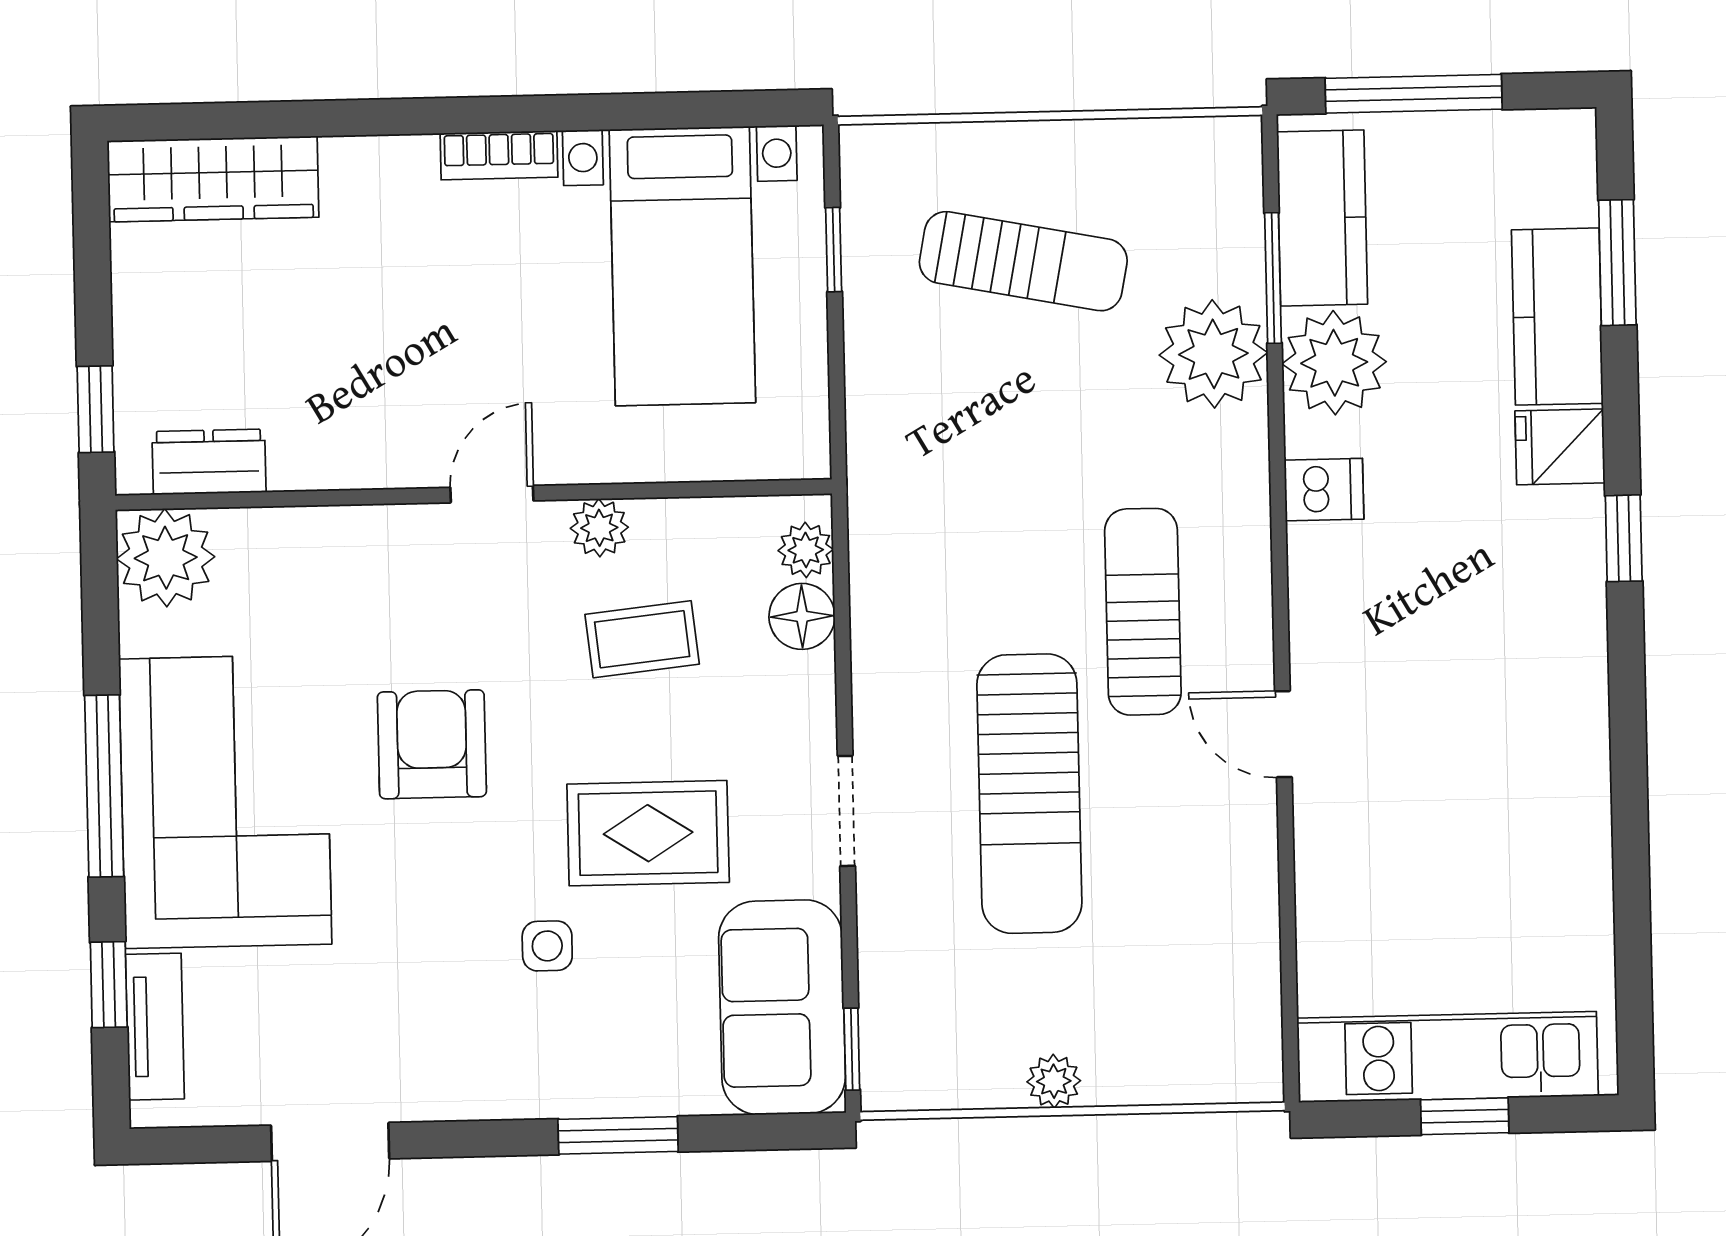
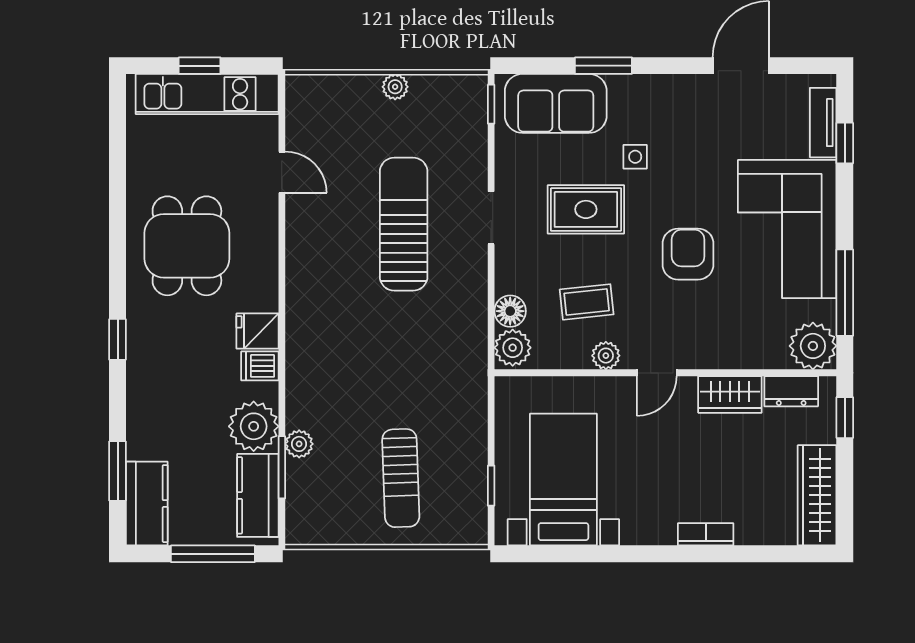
bookcase: (499, 155) -> (706, 534), moved
wardrobe: (213, 179) -> (817, 495), moved, turned -90
sun lounger: (1023, 261) -> (401, 478), turned -103
kitchen counter: (1557, 317) -> (147, 504), moved
plant: (1213, 354) -> (299, 444), width x0.53, depth x0.53
fridge: (1560, 447) -> (258, 331), moved, turned 180
wardrobe: (337, 452) -> (730, 394), added
plant: (806, 550) -> (513, 348), width x1.38, depth x1.38
sun lounger: (1143, 612) -> (348, 310), removed
door: (1283, 734) -> (282, 172), moved
dining table: (1483, 738) -> (187, 246), added
armchair: (432, 744) -> (688, 254), turned 180
window: (104, 786) -> (845, 293), moved
sofa: (782, 1007) -> (556, 103), moved, turned 90

